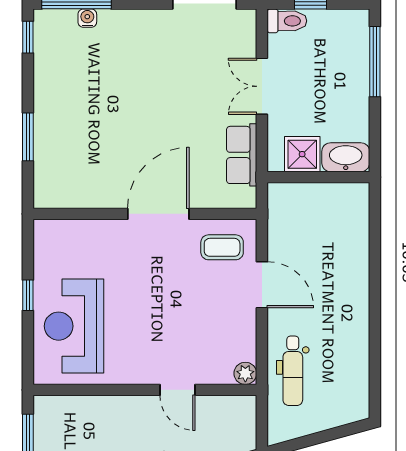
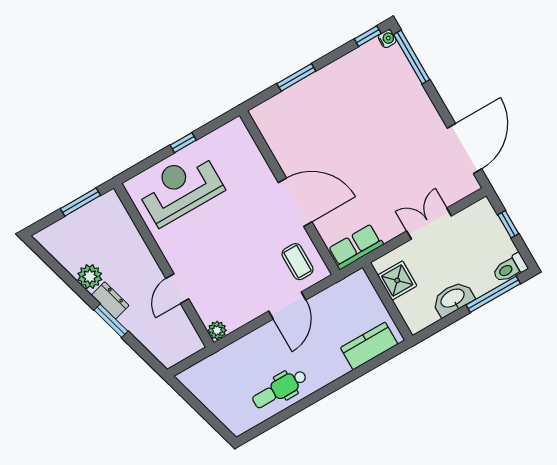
water cooler: (87, 18) -> (387, 39), moved
toilet: (287, 21) -> (510, 268), moved, turned 90
row of seats: (242, 155) -> (356, 247), moved
washbasin: (346, 157) -> (453, 299), moved, turned -90
kitchen counter: (354, 223) -> (369, 346), added
dental chair: (293, 371) -> (280, 389), moved

